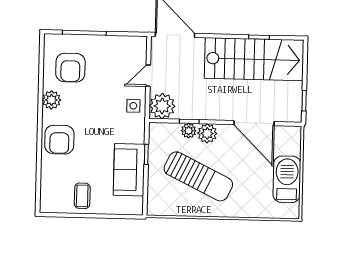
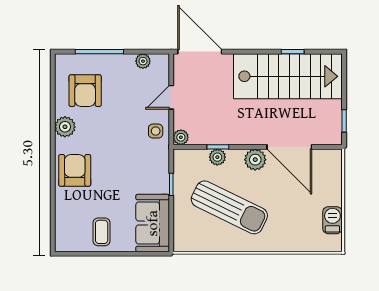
plant: (123, 42) -> (143, 61), added
plant: (162, 106) -> (181, 137), width x0.53, depth x0.53
plant: (207, 133) -> (255, 160), moved
armchair: (59, 140) -> (75, 170), turned 180
sofa: (129, 170) -> (153, 223), moved
barbecue: (287, 179) -> (332, 220), width x0.53, depth x0.65

